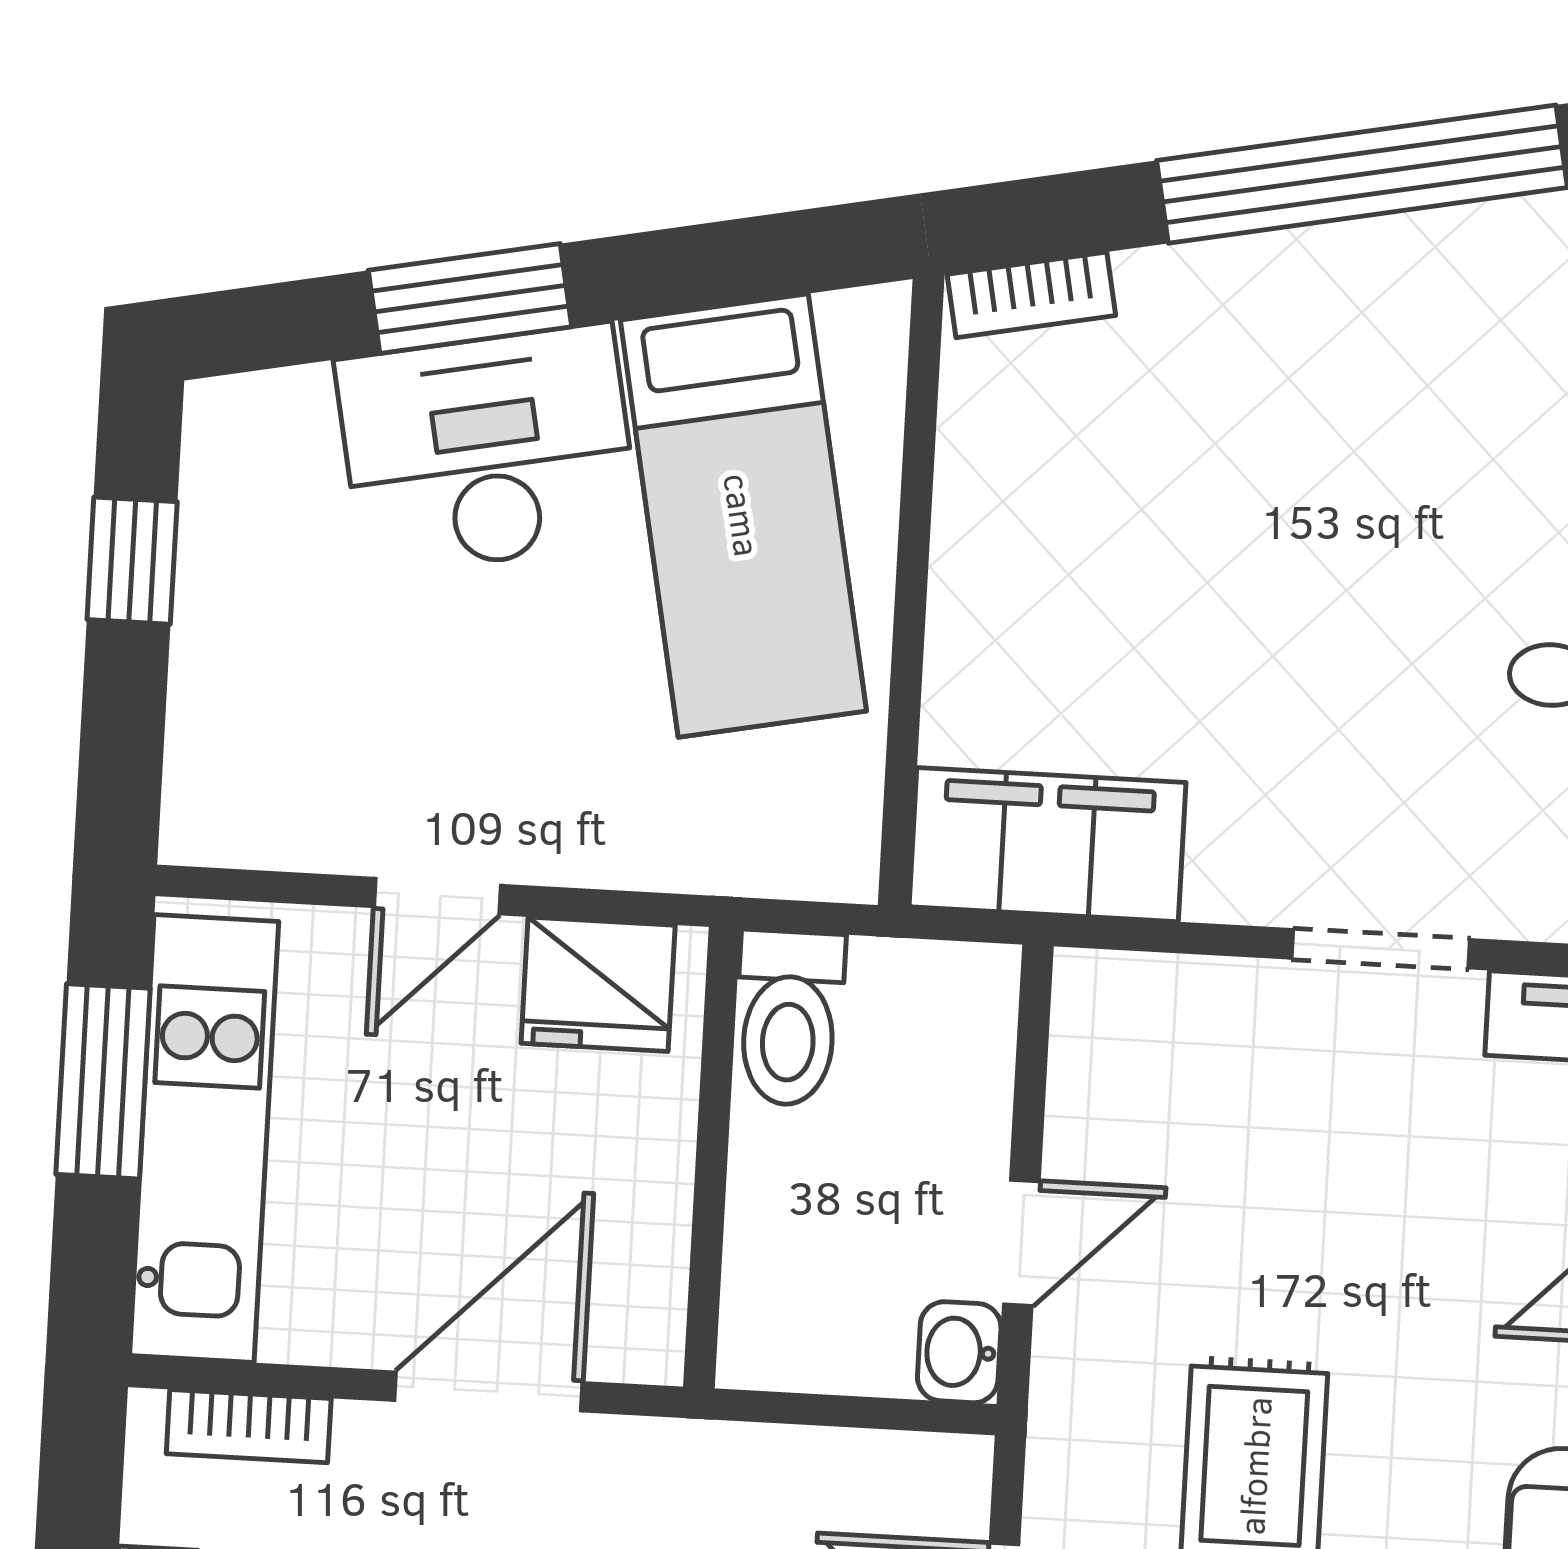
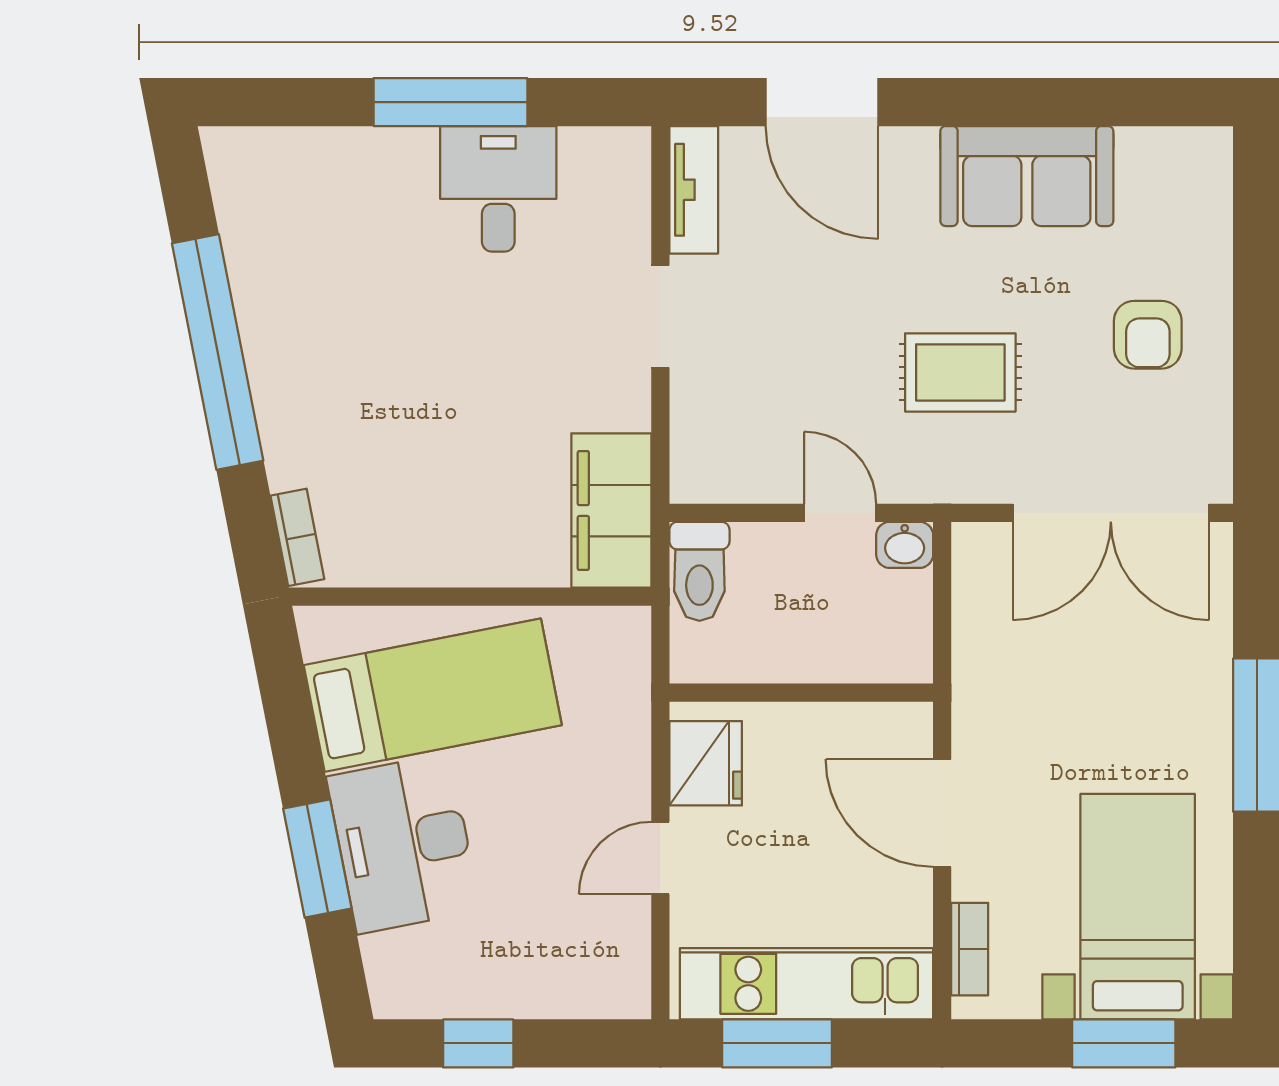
door: (437, 896) -> (660, 858), swing flipped
toilet: (789, 1018) -> (699, 571), moved, turned 90

